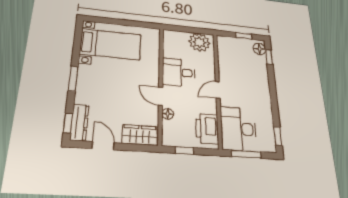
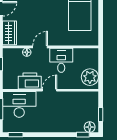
door: (218, 90) -> (49, 90), hinge flipped
printer: (207, 129) -> (30, 81), moved

